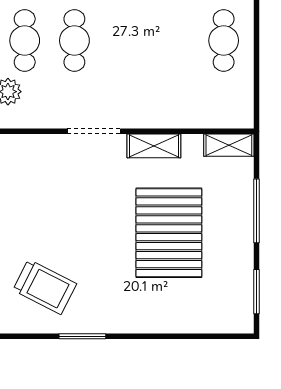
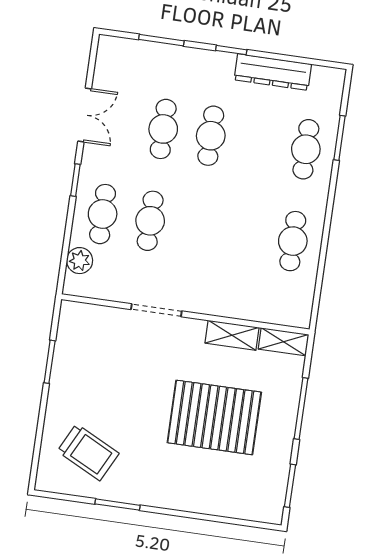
shelving: (154, 146) -> (232, 335), moved
pallet: (169, 233) -> (214, 417), turned 90

